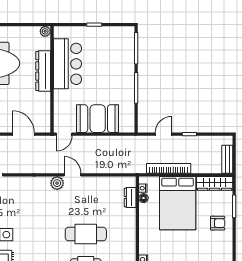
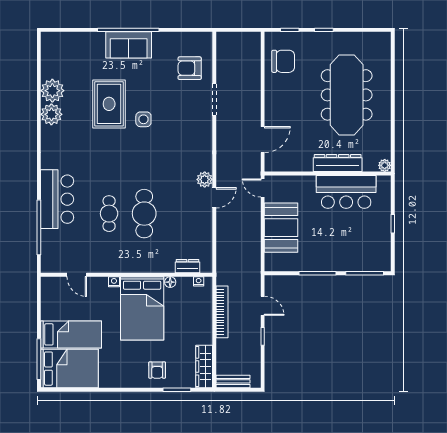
floor lamp: (144, 198) -> (170, 282), moved
bed: (178, 203) -> (142, 308), moved, turned -90

